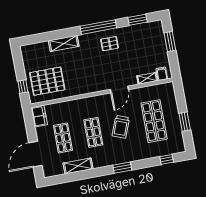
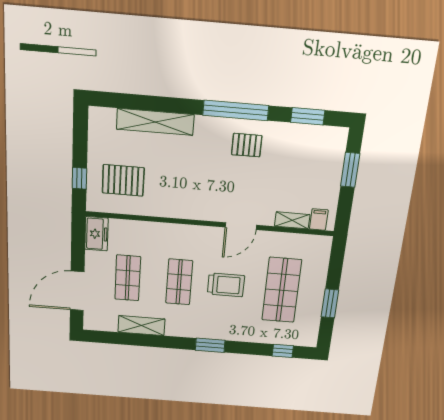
shelving: (64, 43) -> (155, 122), width x1.47
pallet: (47, 81) -> (123, 180), width x0.73, depth x0.71
trolley: (121, 127) -> (226, 285), turned -111

